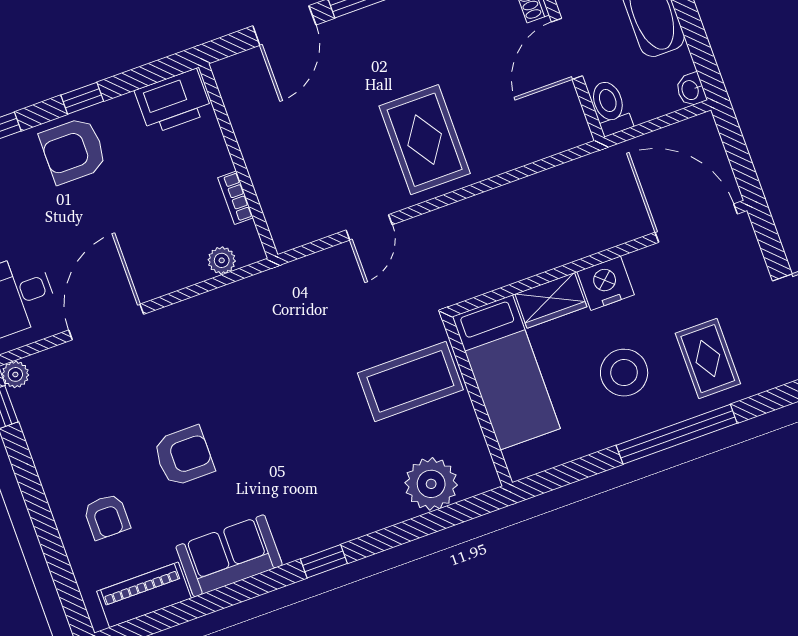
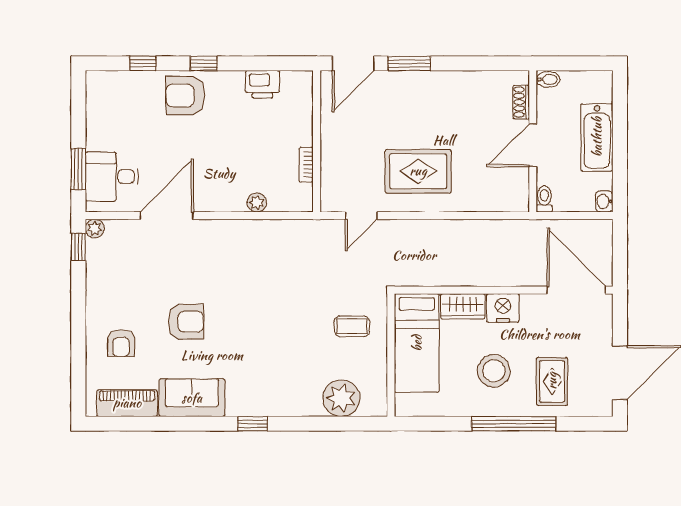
printer: (173, 101) -> (262, 84), width x0.73, depth x0.84
toilet: (610, 107) -> (544, 199), width x0.73, depth x0.72
rug: (425, 140) -> (418, 171), turned 90
wall: (238, 161) -> (317, 141), moved
bookcase: (235, 198) -> (306, 165), moved
coffee table: (410, 381) -> (352, 326), width x0.54, depth x0.58

